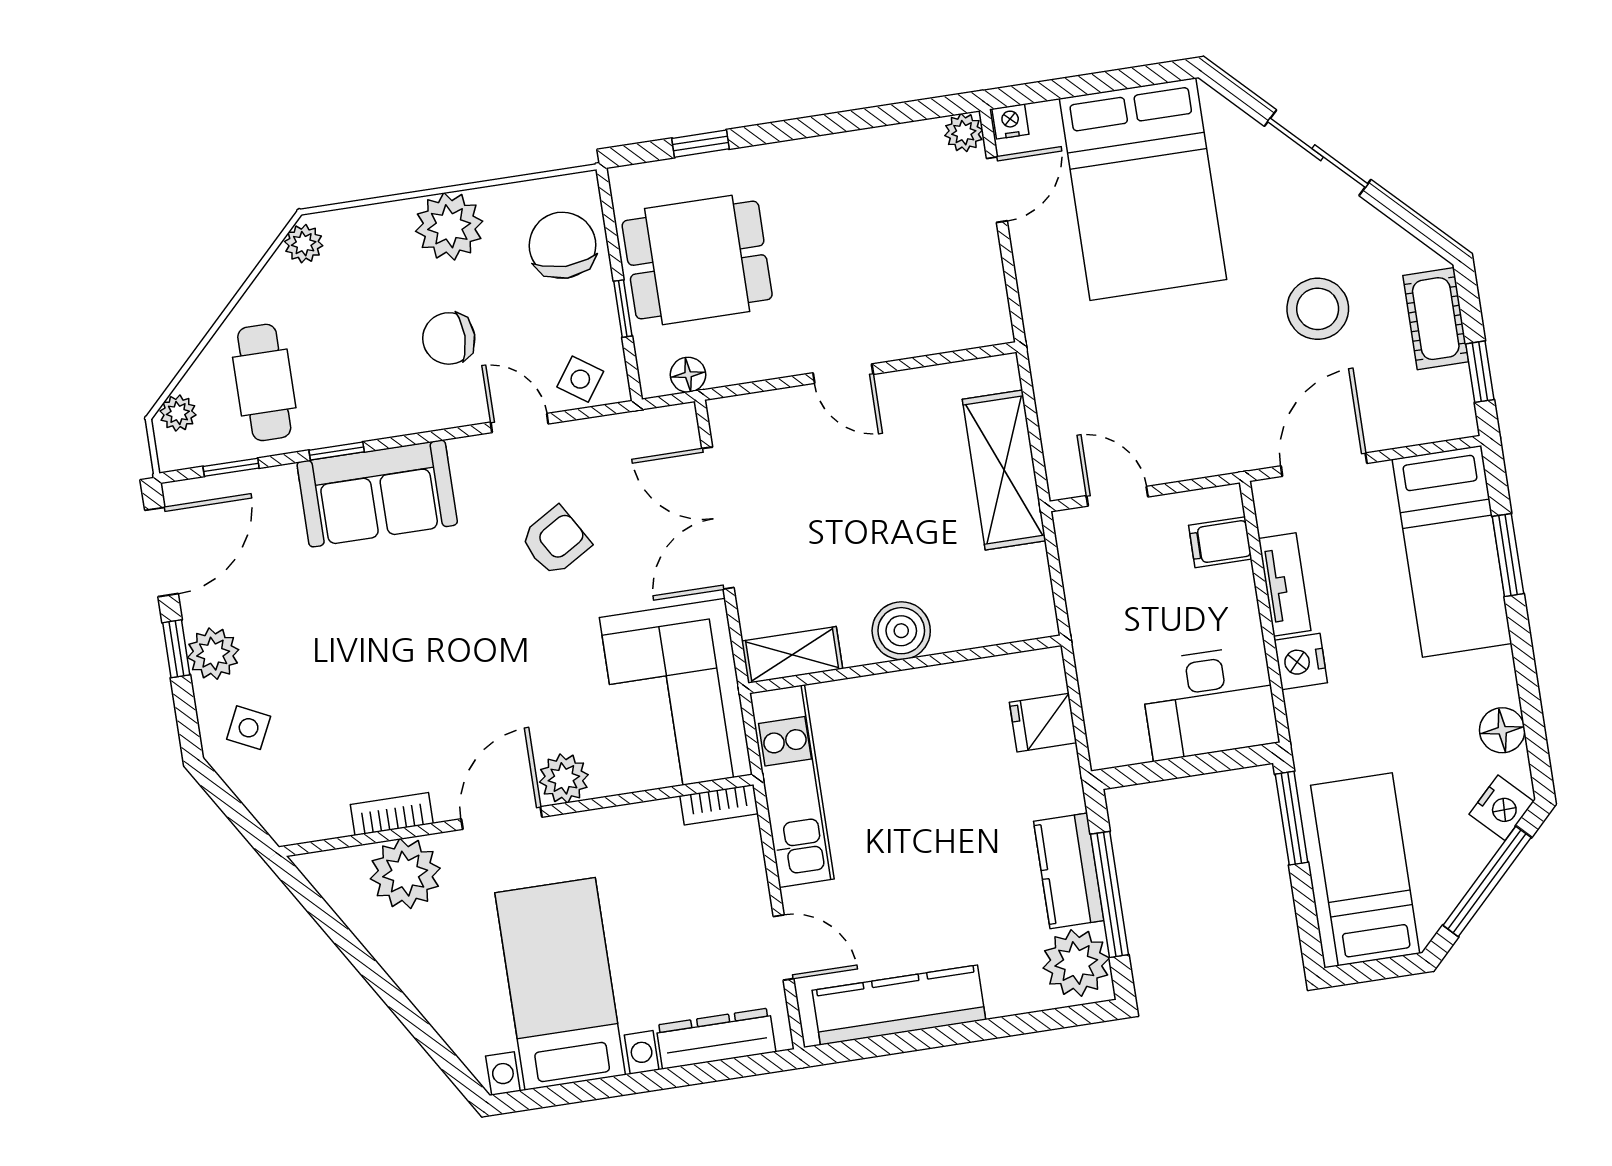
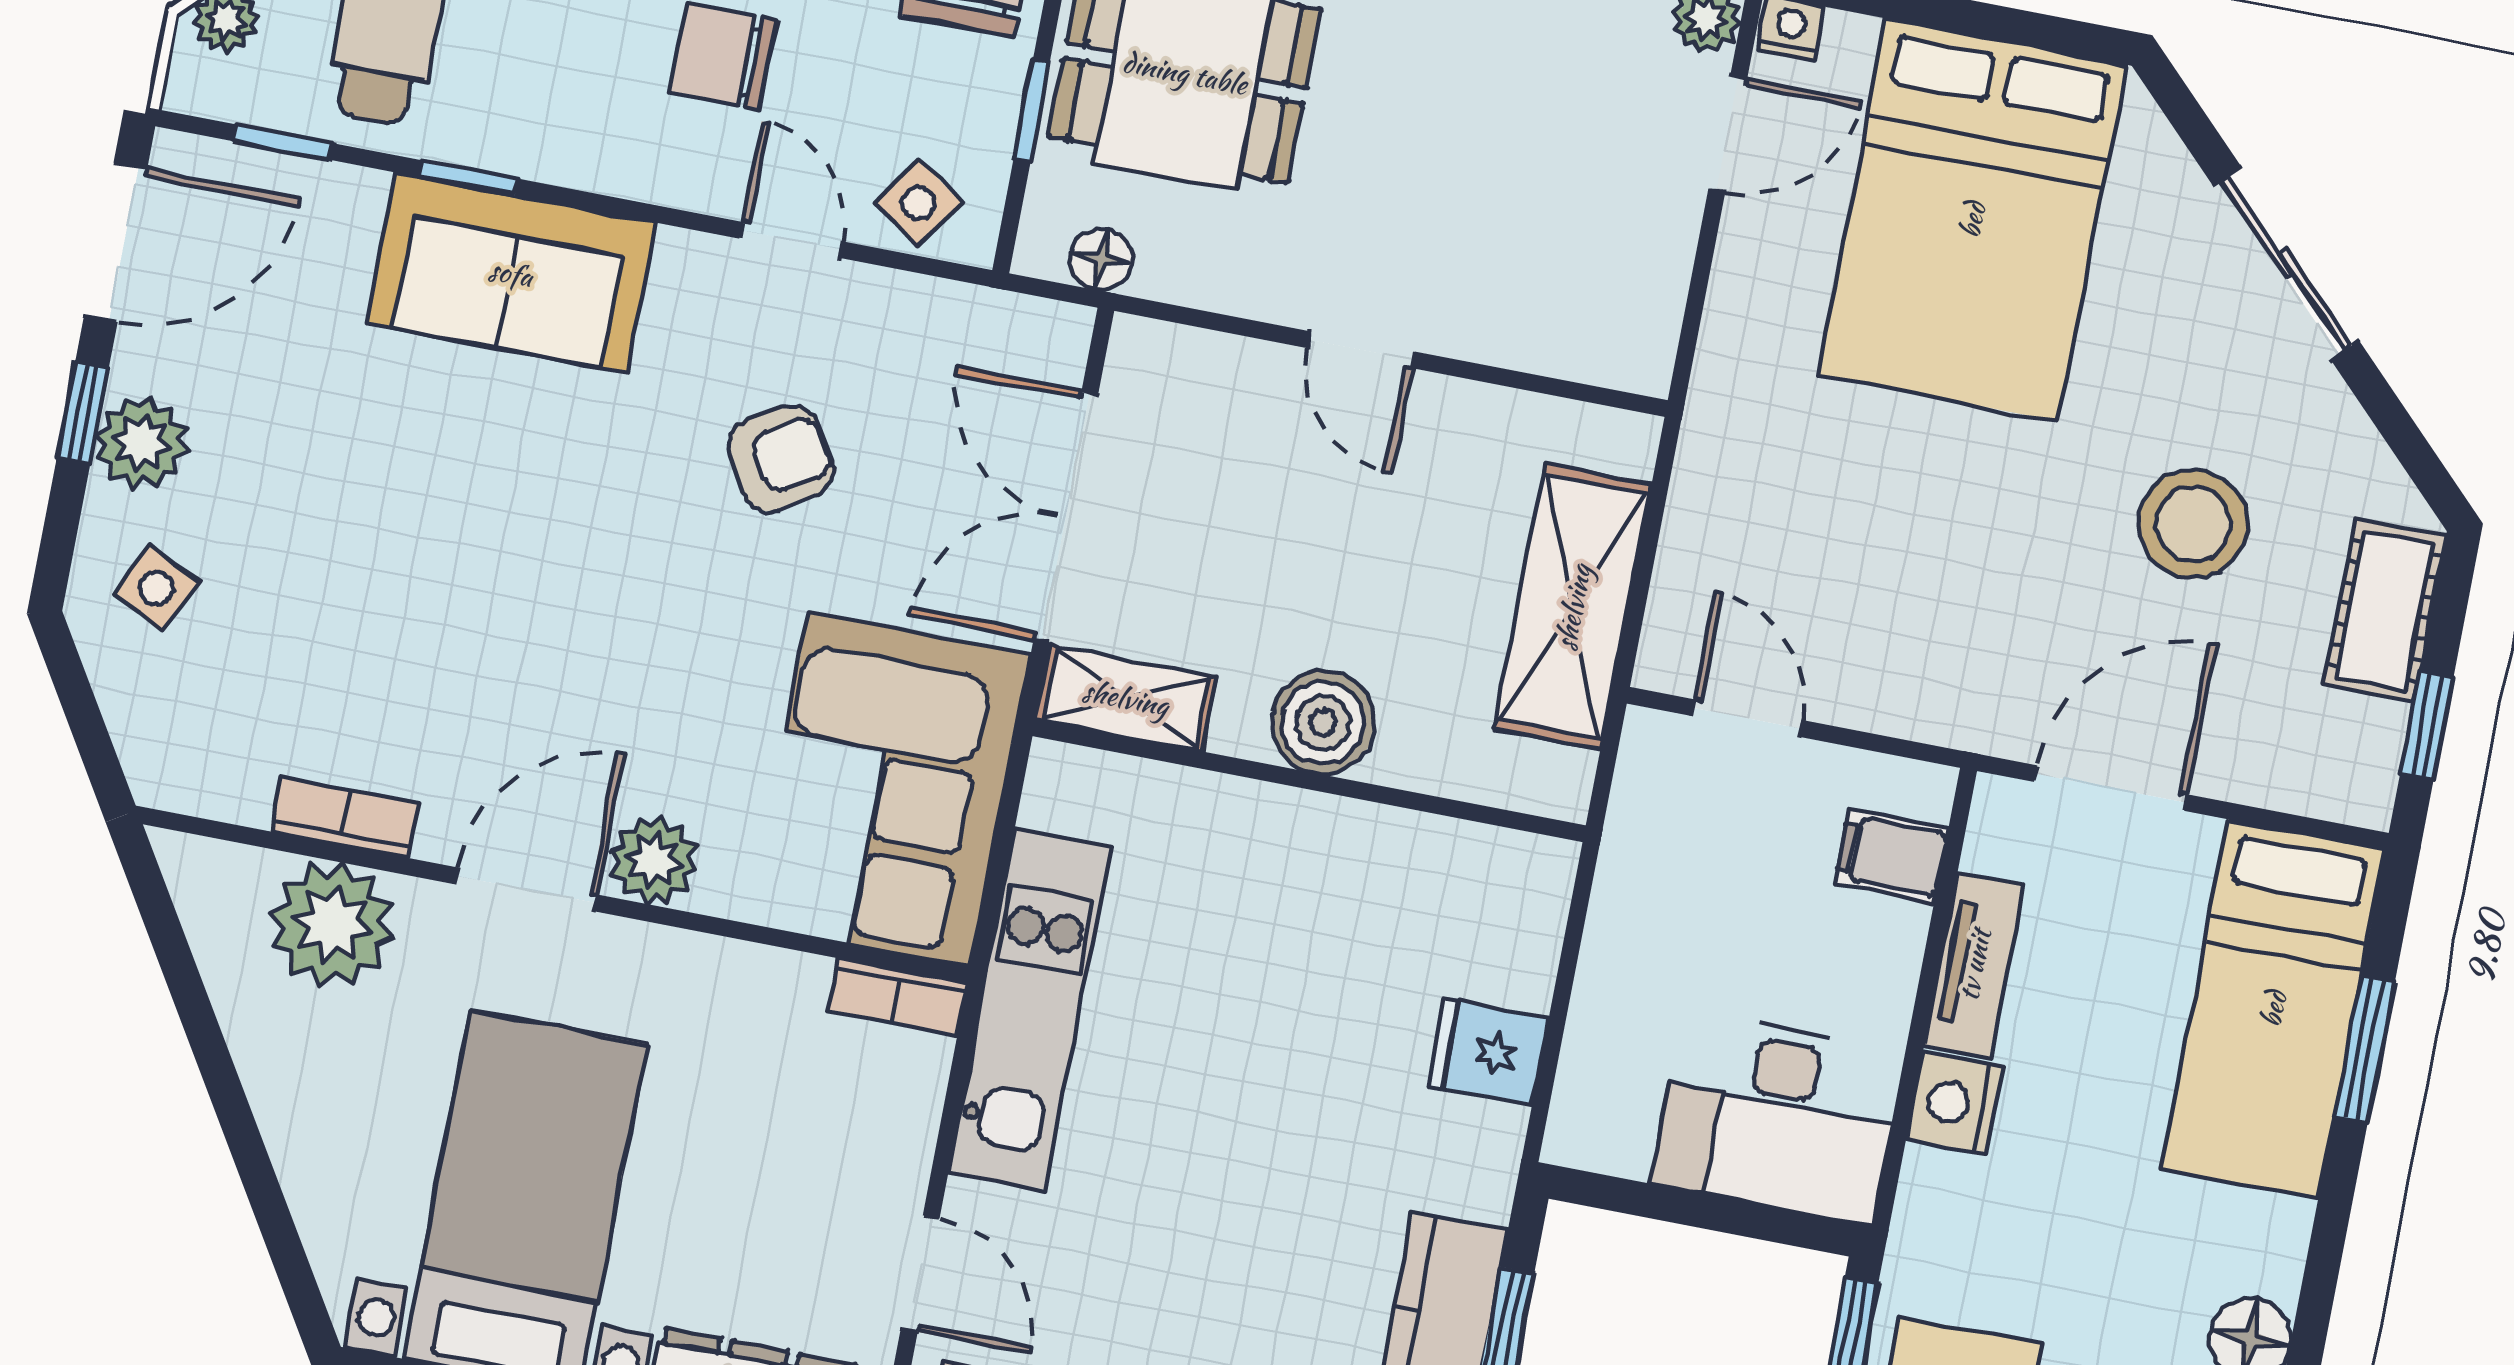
boiler: (901, 631) -> (1323, 722), moved
shelving: (792, 655) -> (1126, 698), moved
wall: (905, 664) -> (1309, 781), moved

